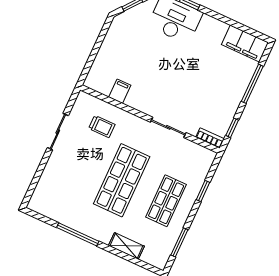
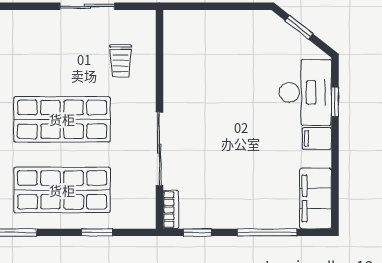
filing cabinet: (120, 91) -> (317, 138), moved, turned 180
sliding door: (168, 127) -> (159, 149), width x1.37
shop shelf: (166, 201) -> (62, 190), width x1.43, depth x1.36

